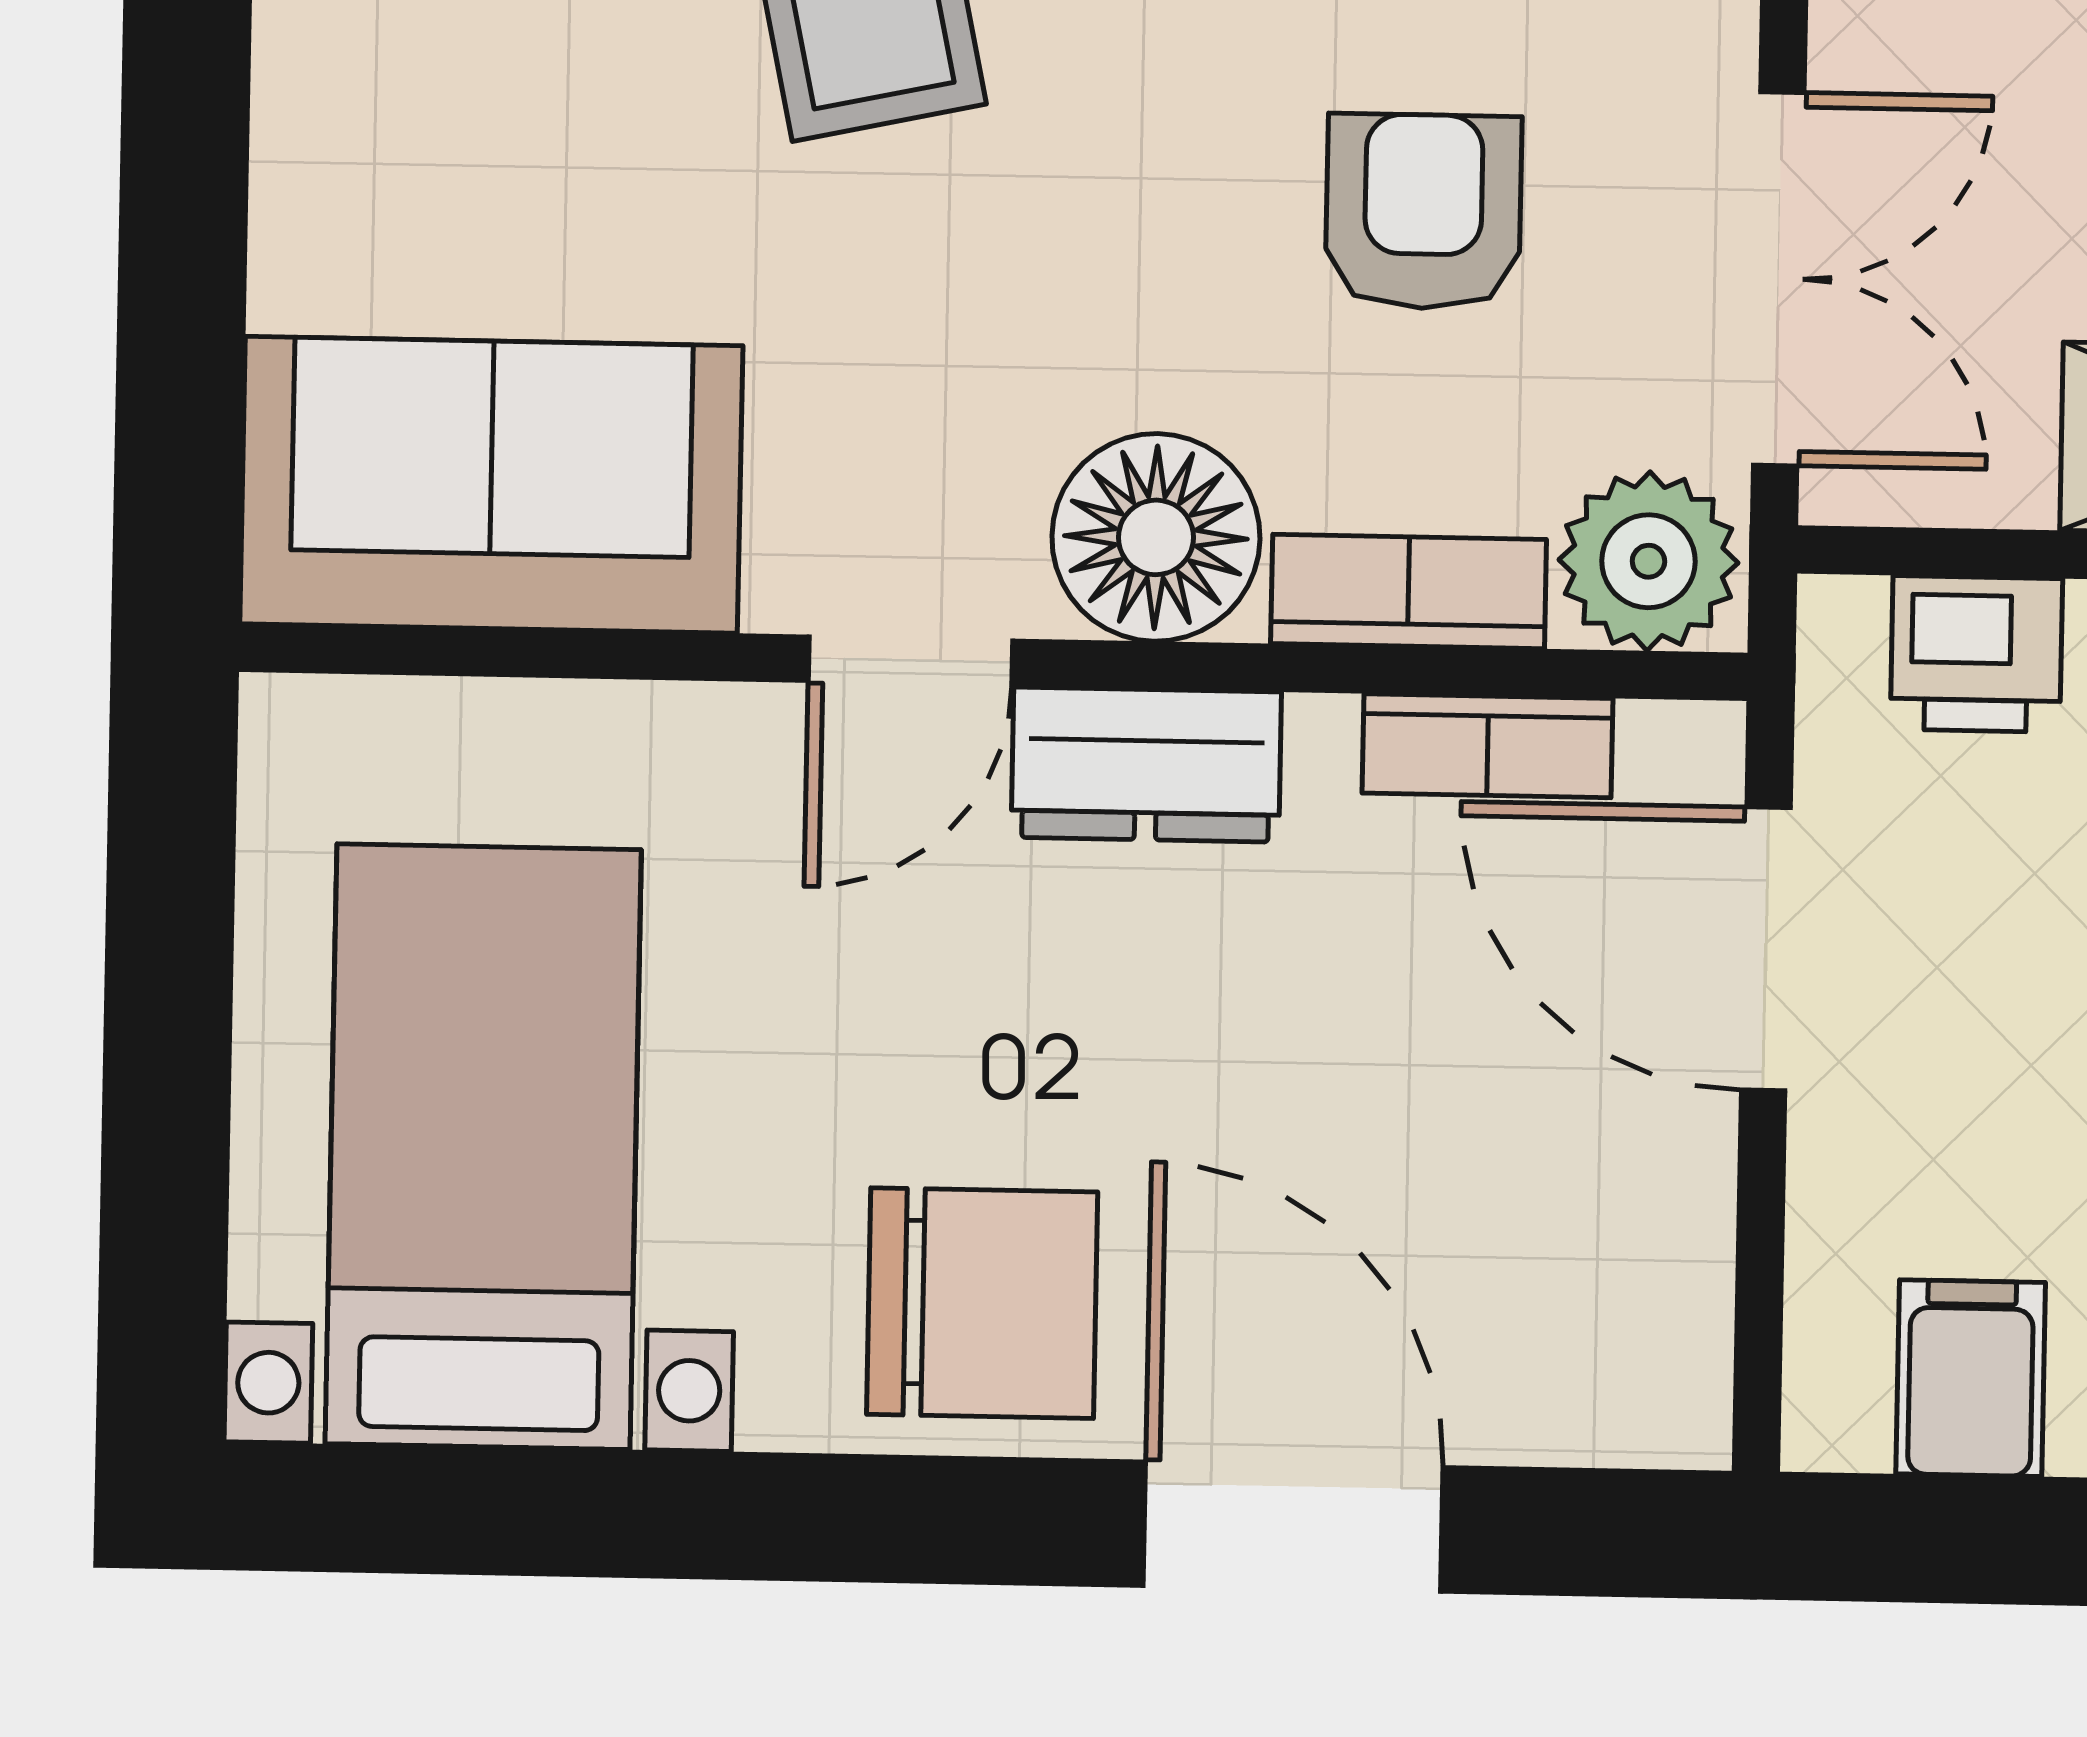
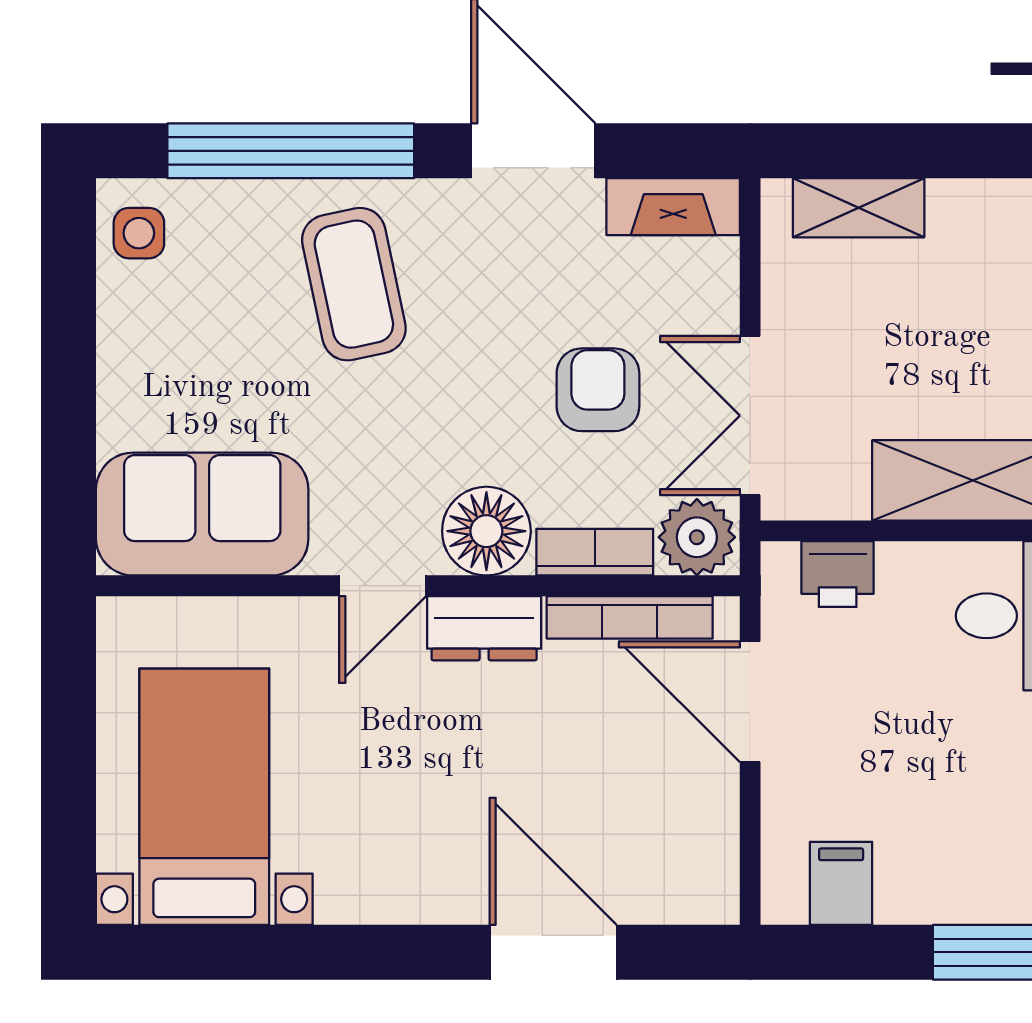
double door: (1779, 279) -> (750, 416), swing flipped
bookcase: (1488, 746) -> (630, 617), width x1.56
chair: (982, 1303) -> (418, 859), removed

